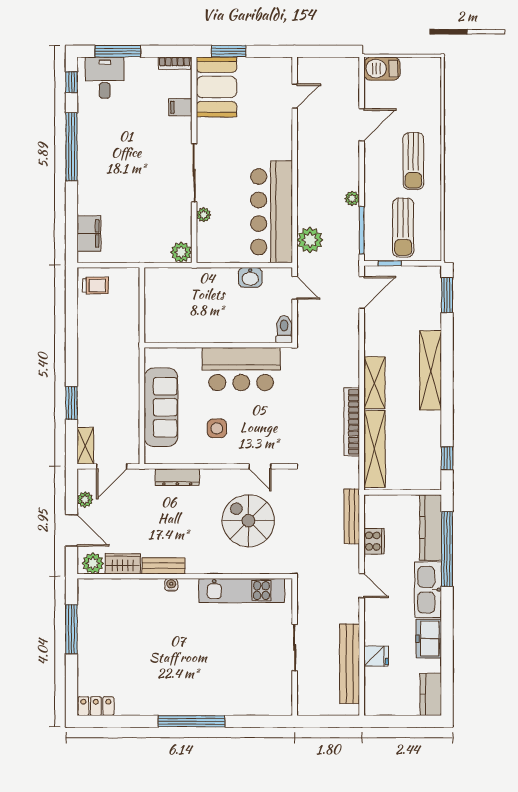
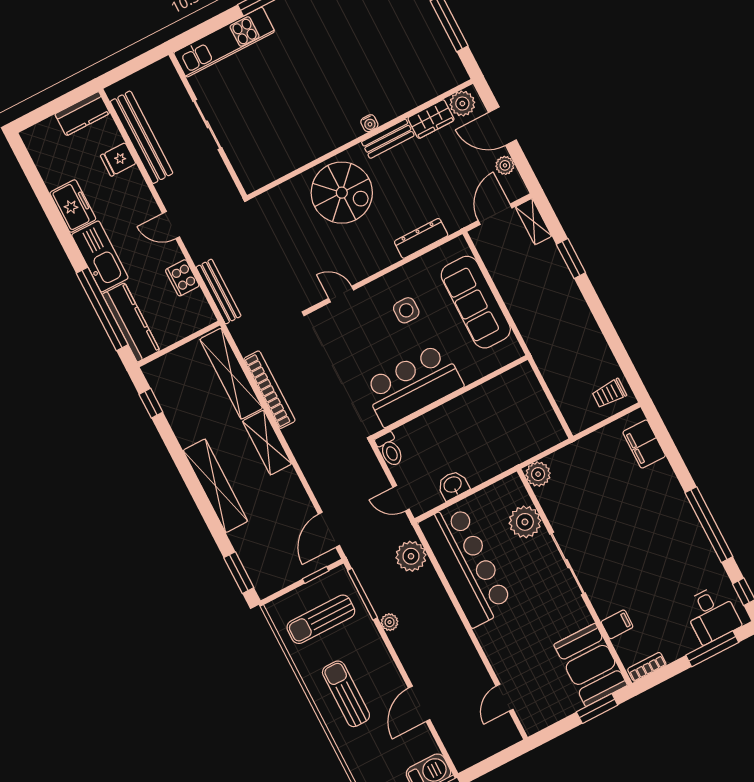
plant: (204, 215) -> (525, 522), width x1.88, depth x1.88
sun lounger: (403, 228) -> (321, 619), turned -90
spiral stairs: (248, 521) -> (342, 193), moved
kitchen unit: (242, 591) -> (224, 42), moved, turned 180
kitchen counter: (431, 694) -> (82, 114), moved, turned 90

